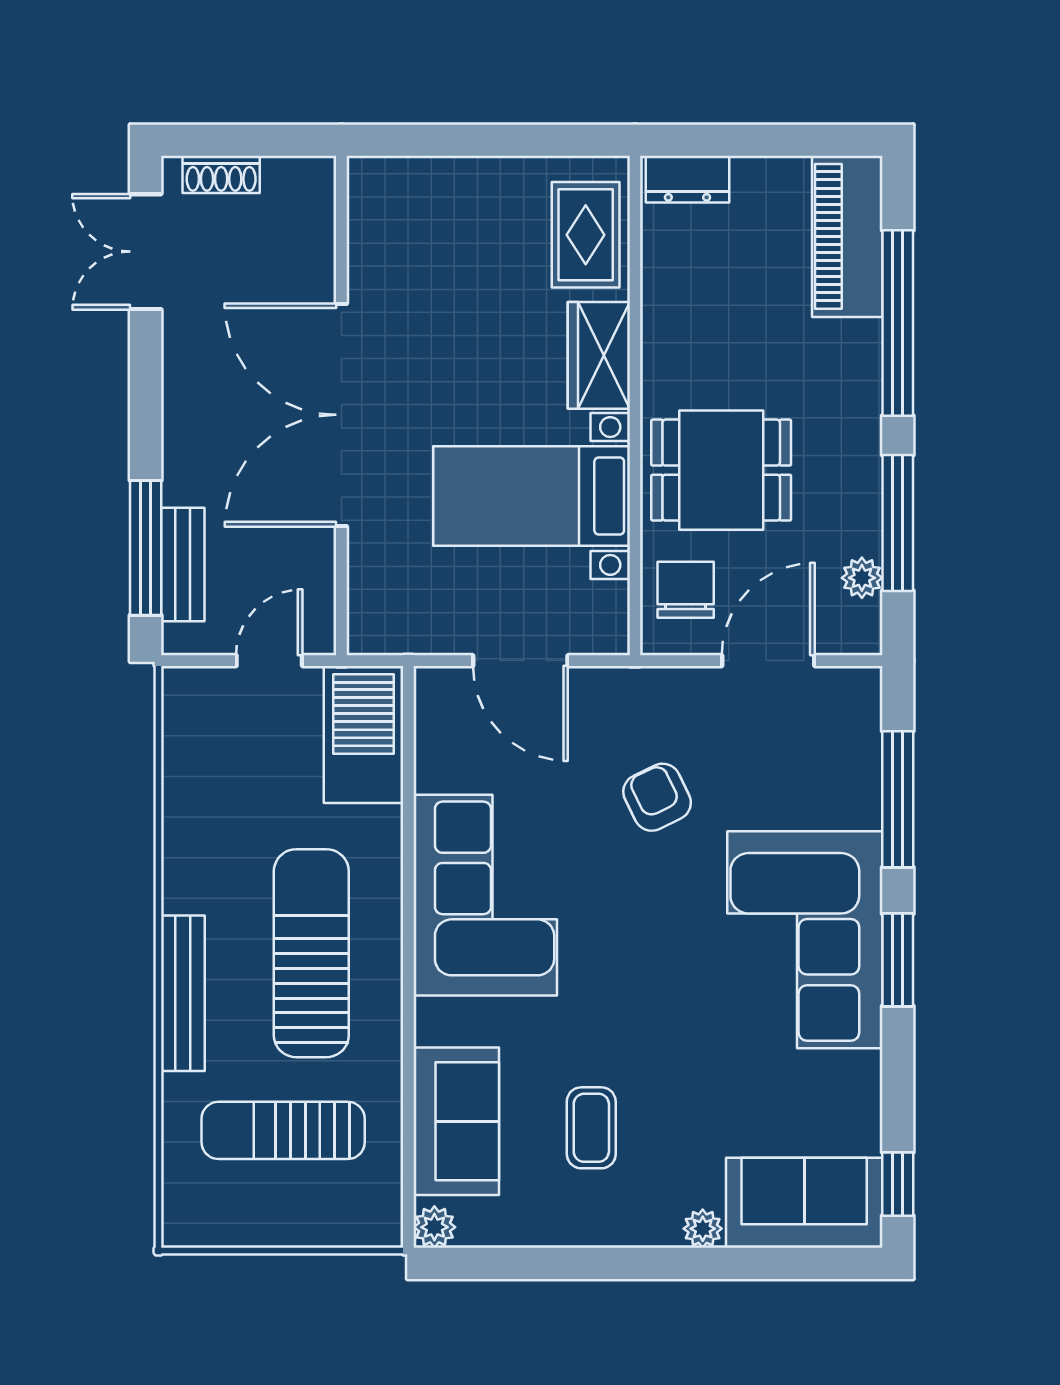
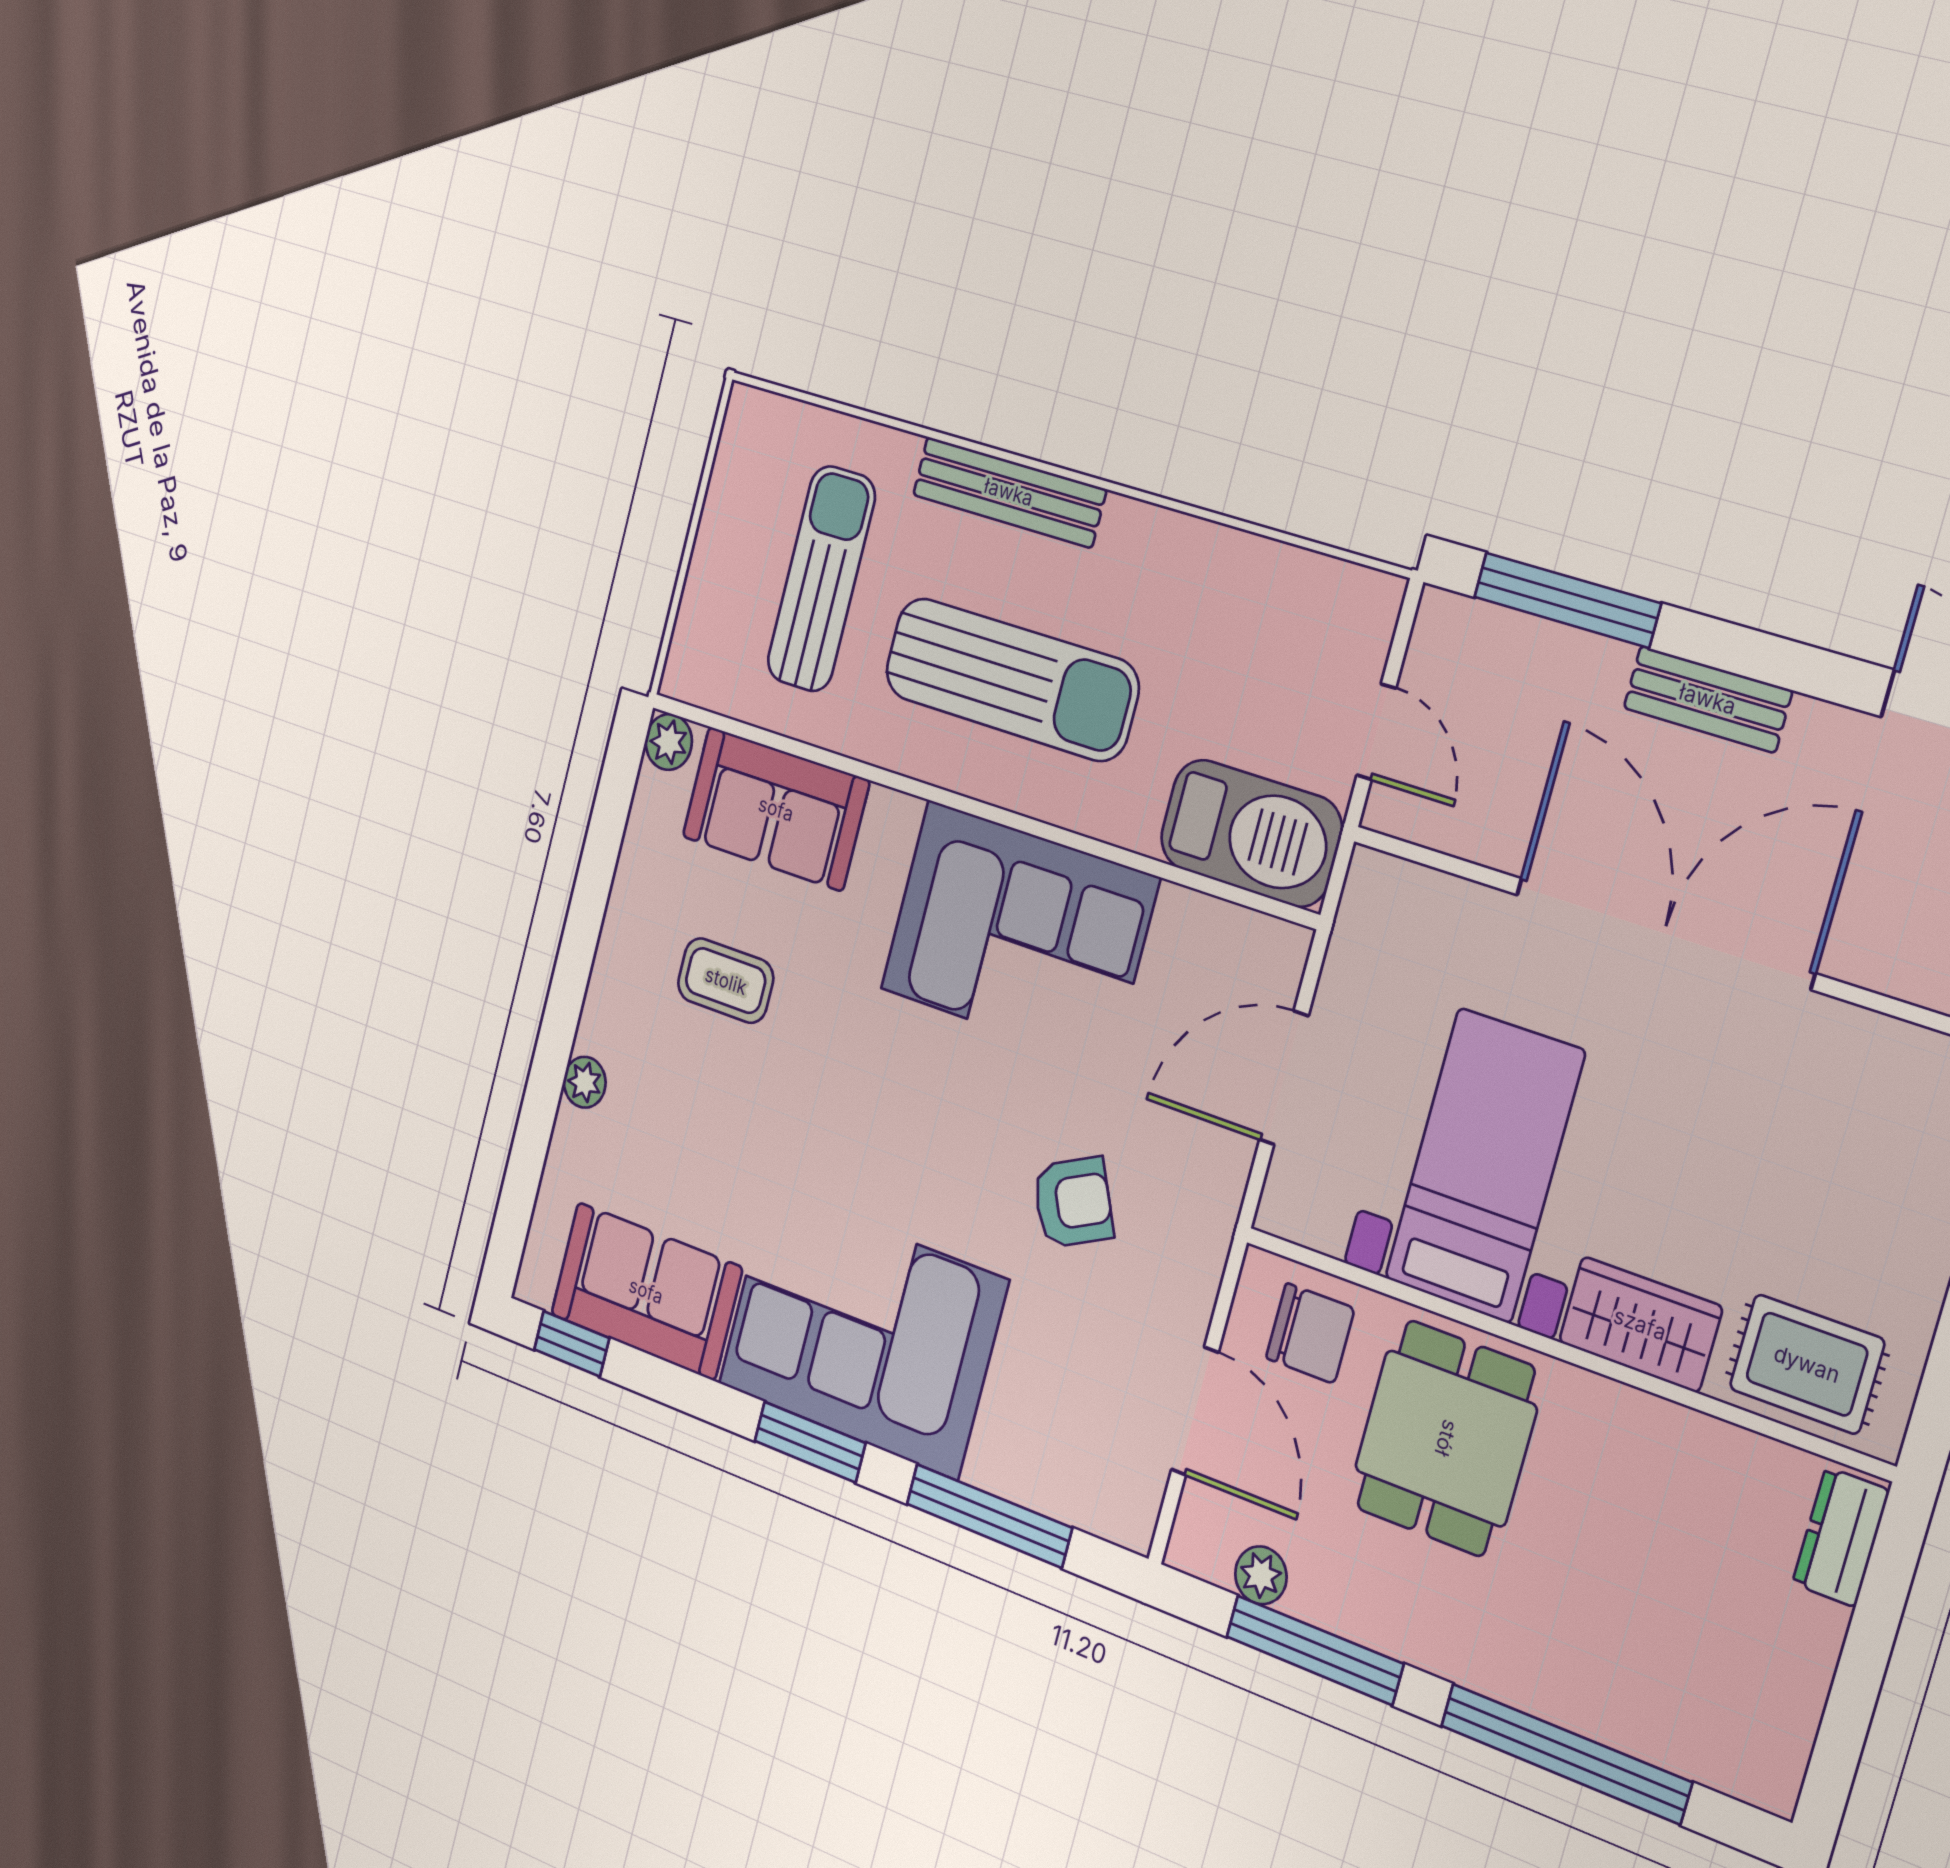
piano: (847, 236) -> (1699, 1731), removed
bench: (183, 565) -> (1708, 699), moved
sofa: (804, 1203) -> (646, 1291), moved, turned -90

